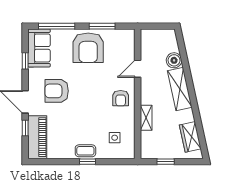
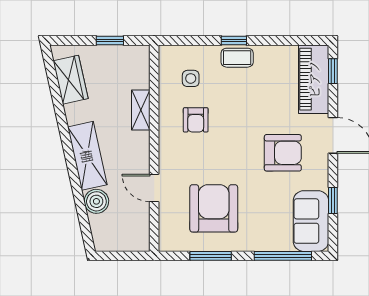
armchair: (88, 48) -> (214, 208), moved
door: (138, 69) -> (154, 188), swing flipped
armchair: (121, 98) -> (196, 120), moved, turned 180
window: (25, 128) -> (333, 71), moved

